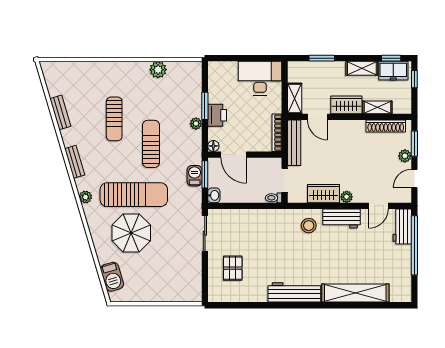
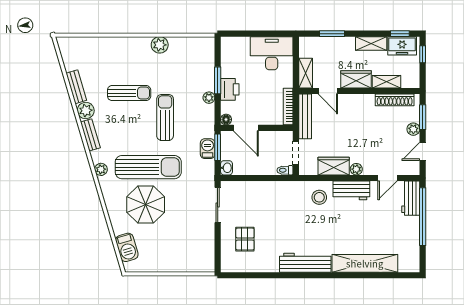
plant: (158, 70) -> (160, 45), moved
sun lounger: (114, 119) -> (129, 93), turned -90
plant: (70, 137) -> (86, 111), added

